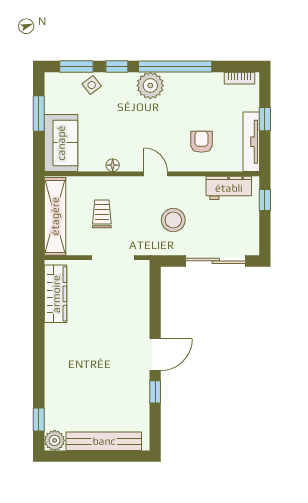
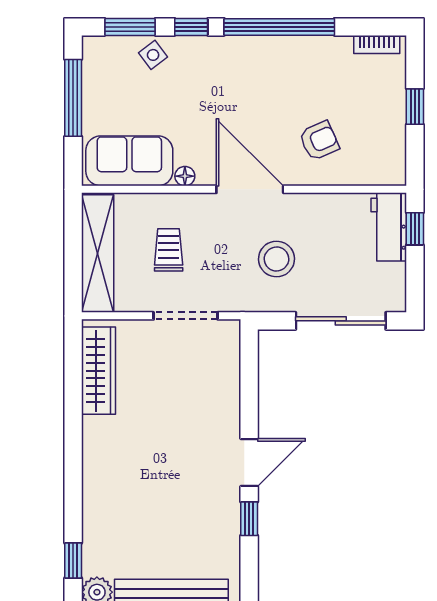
plant: (150, 86) -> (242, 56), removed
window: (39, 113) -> (73, 98), width x1.44
armchair: (201, 142) -> (319, 141), turned 66
tv unit: (251, 142) -> (394, 141), removed
sofa: (61, 143) -> (129, 161), moved, turned -90
door: (156, 174) -> (250, 189), width x1.88
workbench: (229, 188) -> (389, 227), moved, turned 90

